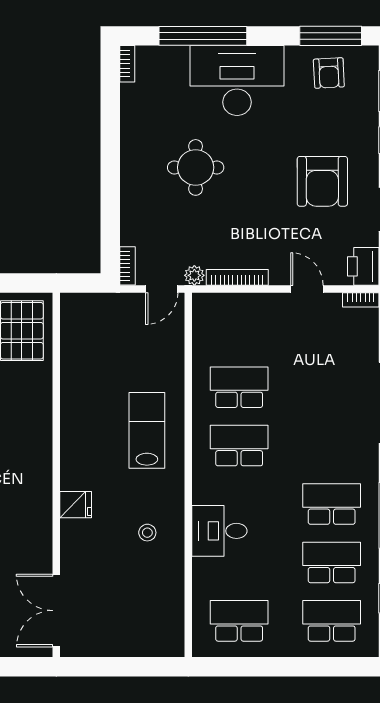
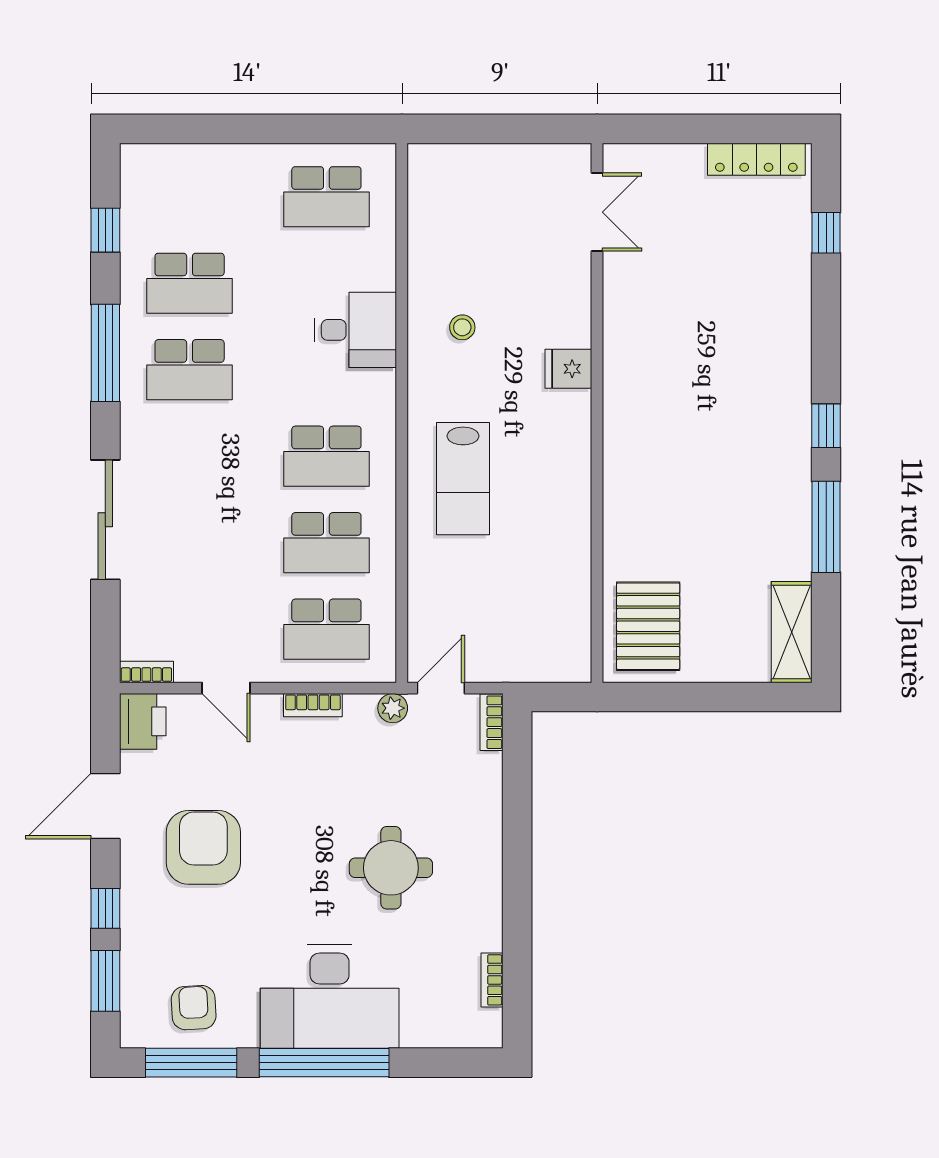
window: (203, 36) -> (324, 1063), moved
bookcase: (127, 64) -> (492, 980), moved
bookcase: (237, 277) -> (313, 705), width x0.64
double door: (56, 611) -> (597, 212), width x0.73
school desk: (332, 621) -> (326, 629), moved

